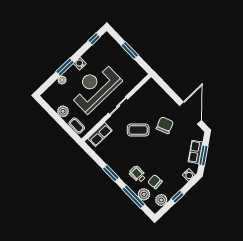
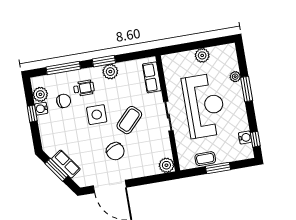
water cooler: (80, 63) -> (245, 138), moved
plant: (151, 85) -> (166, 165), added
coffee table: (77, 126) -> (205, 159), moved
side table: (149, 154) -> (97, 115), added
water cooler: (189, 175) -> (41, 109), moved
plant: (144, 194) -> (110, 72), moved

